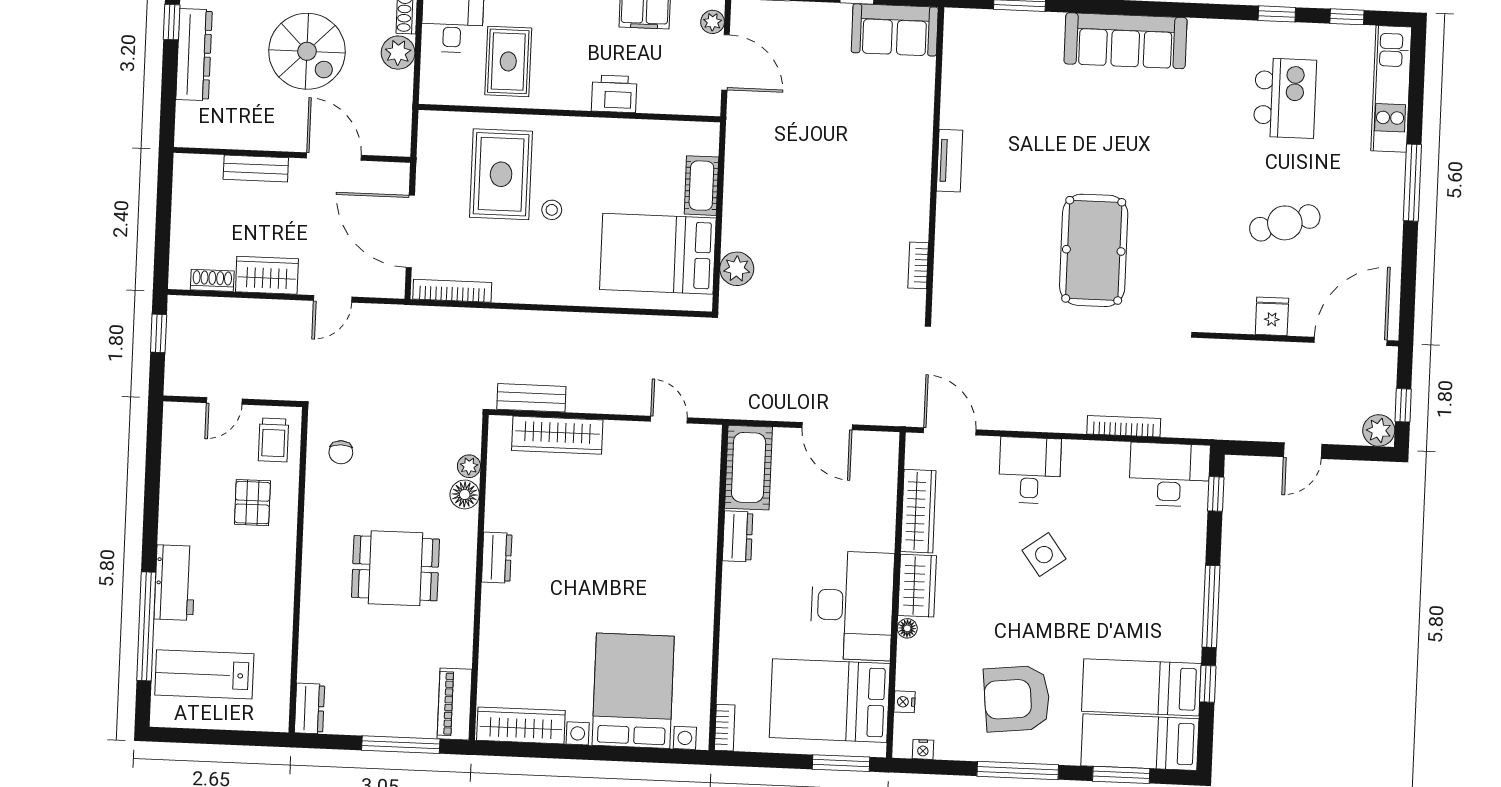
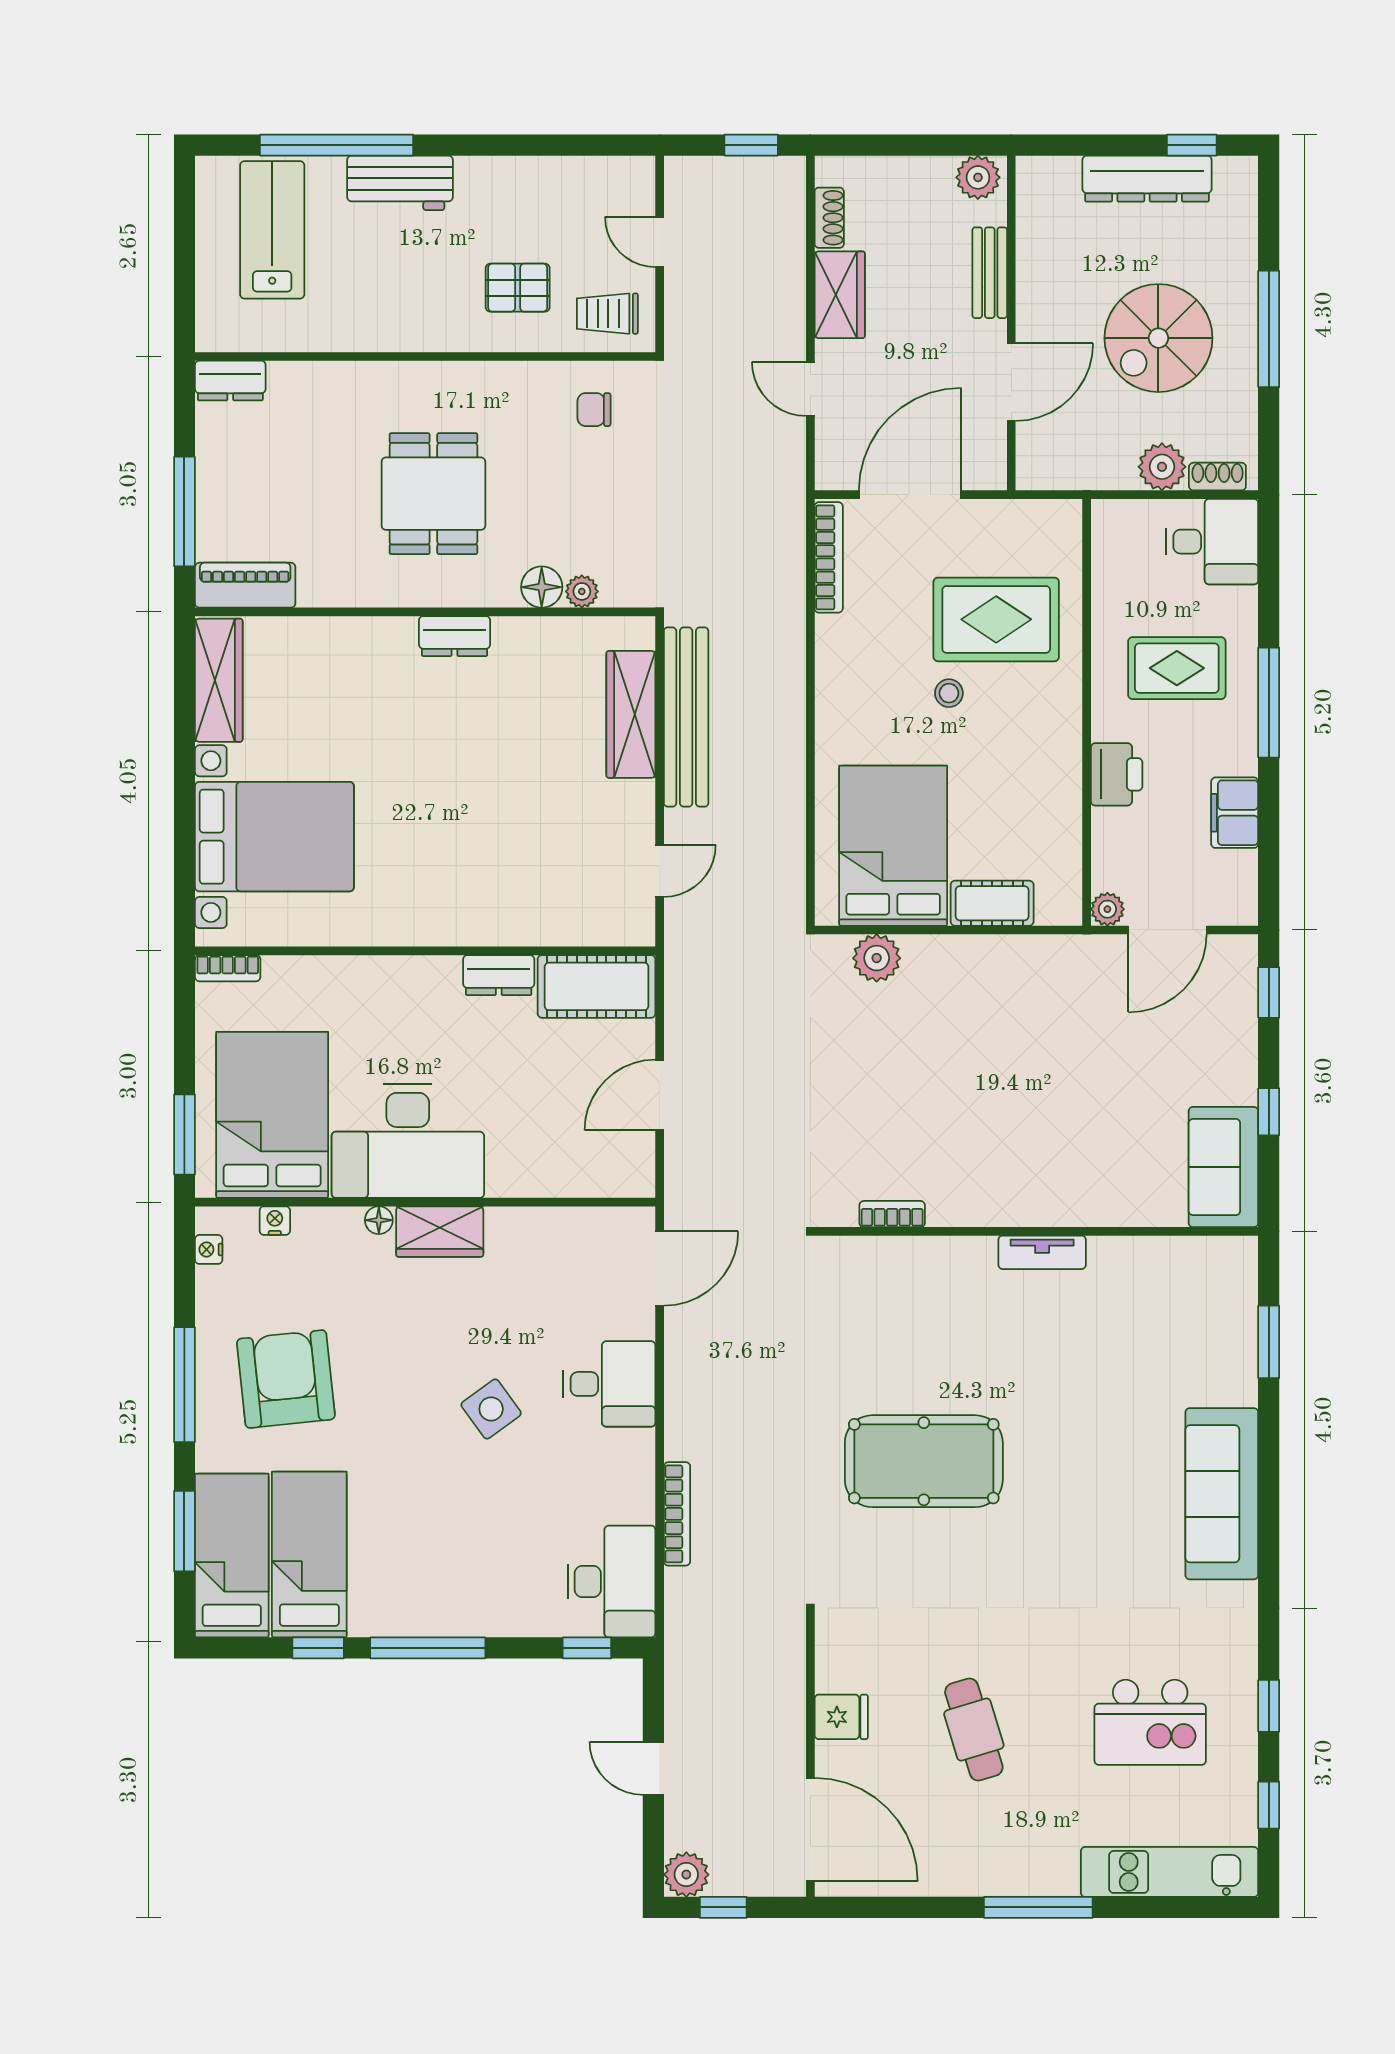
plant: (713, 22) -> (1107, 909), moved
rug: (508, 61) -> (1177, 668), moved
plant: (188, 174) -> (978, 177), added
bench: (531, 398) -> (686, 717), width x1.86, depth x1.21
wardrobe: (918, 511) -> (545, 1229), removed

